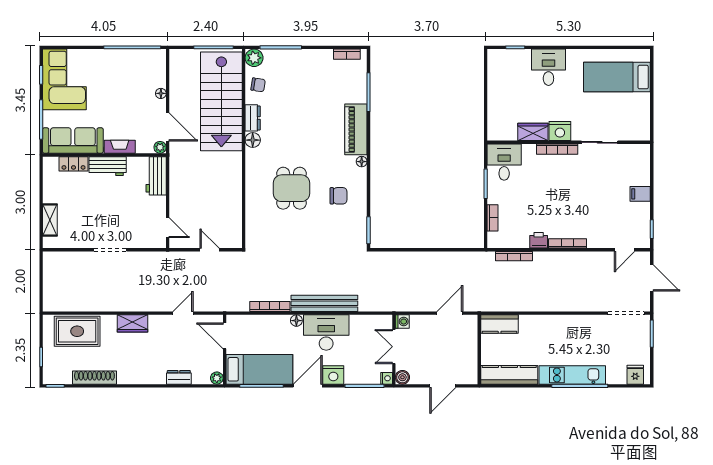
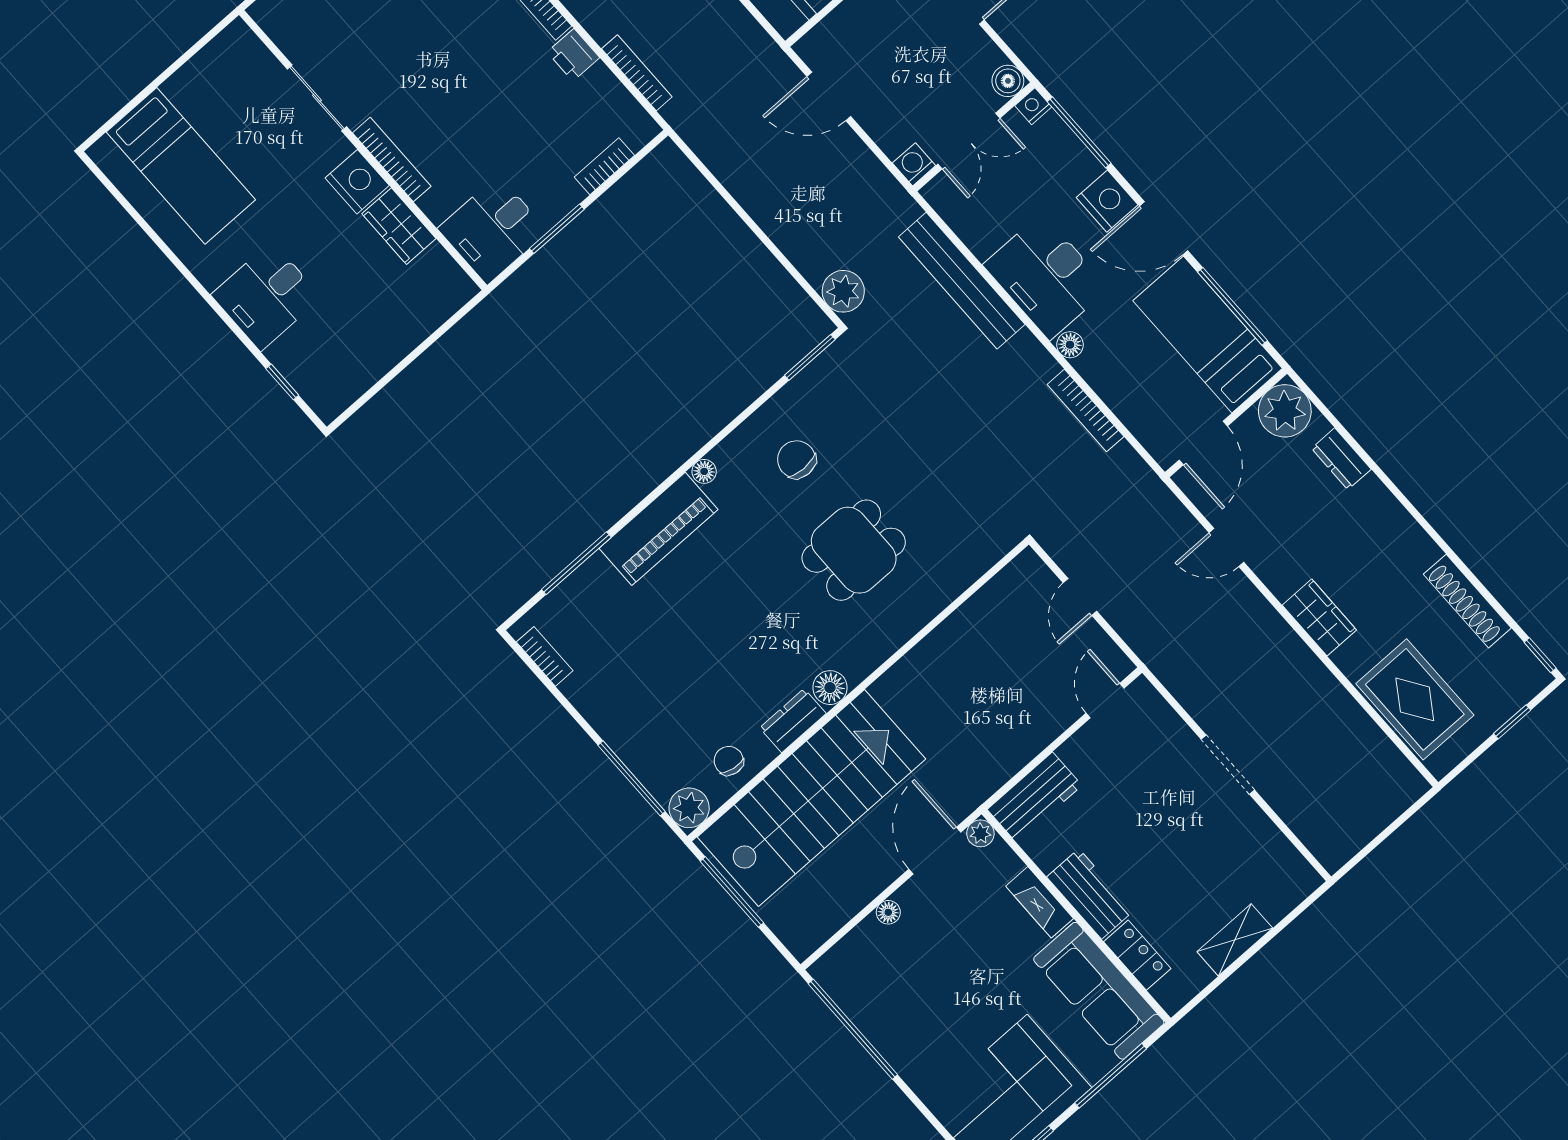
shelving: (50, 220) -> (1235, 940), moved
plant: (381, 261) -> (843, 291), added
bench: (324, 303) -> (962, 281), moved
plant: (217, 378) -> (1285, 411), width x1.88, depth x1.88

